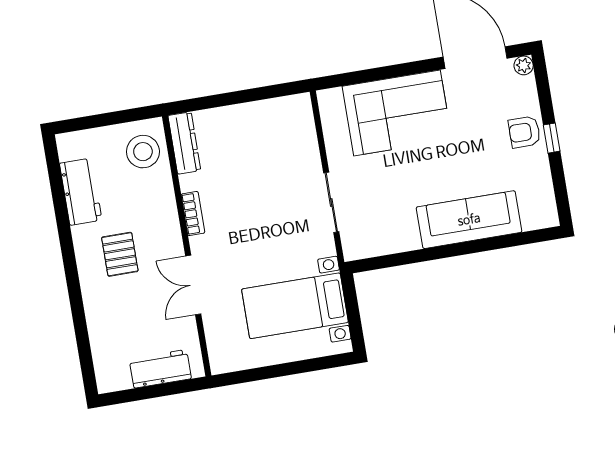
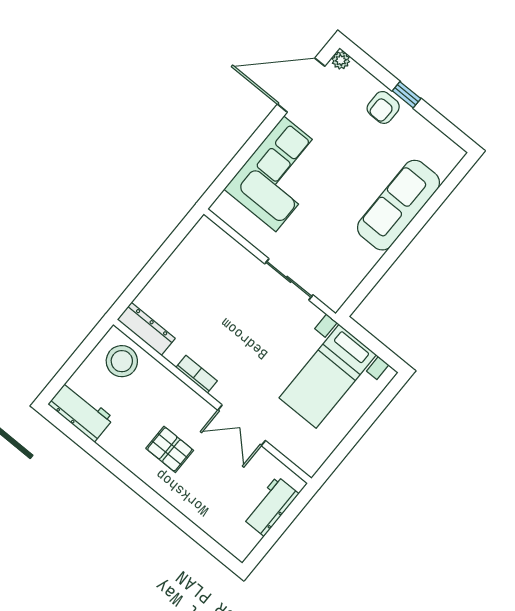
workbench: (81, 192) -> (81, 411), moved

